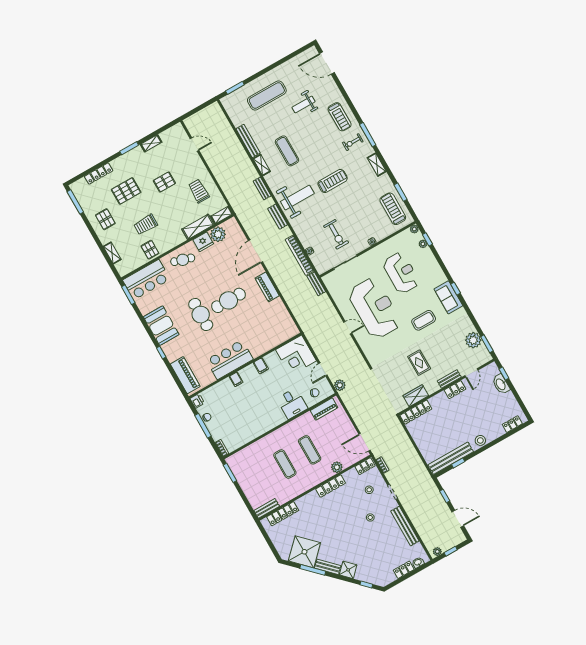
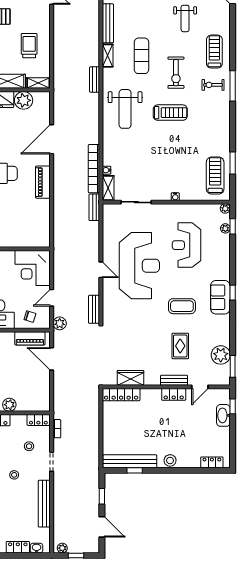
weight bench: (304, 104) -> (185, 18), turned -90
treadmill: (340, 117) -> (214, 52), turned 180
shelving: (377, 165) -> (108, 188), moved
weight bench: (297, 197) -> (125, 109), turned 90
bench: (278, 217) -> (94, 309), moved
exercise bike: (336, 234) -> (176, 73), moved
reception desk: (401, 273) -> (187, 245), turned 180
rug: (419, 363) -> (180, 346), moved
door: (364, 442) -> (52, 359), moved

